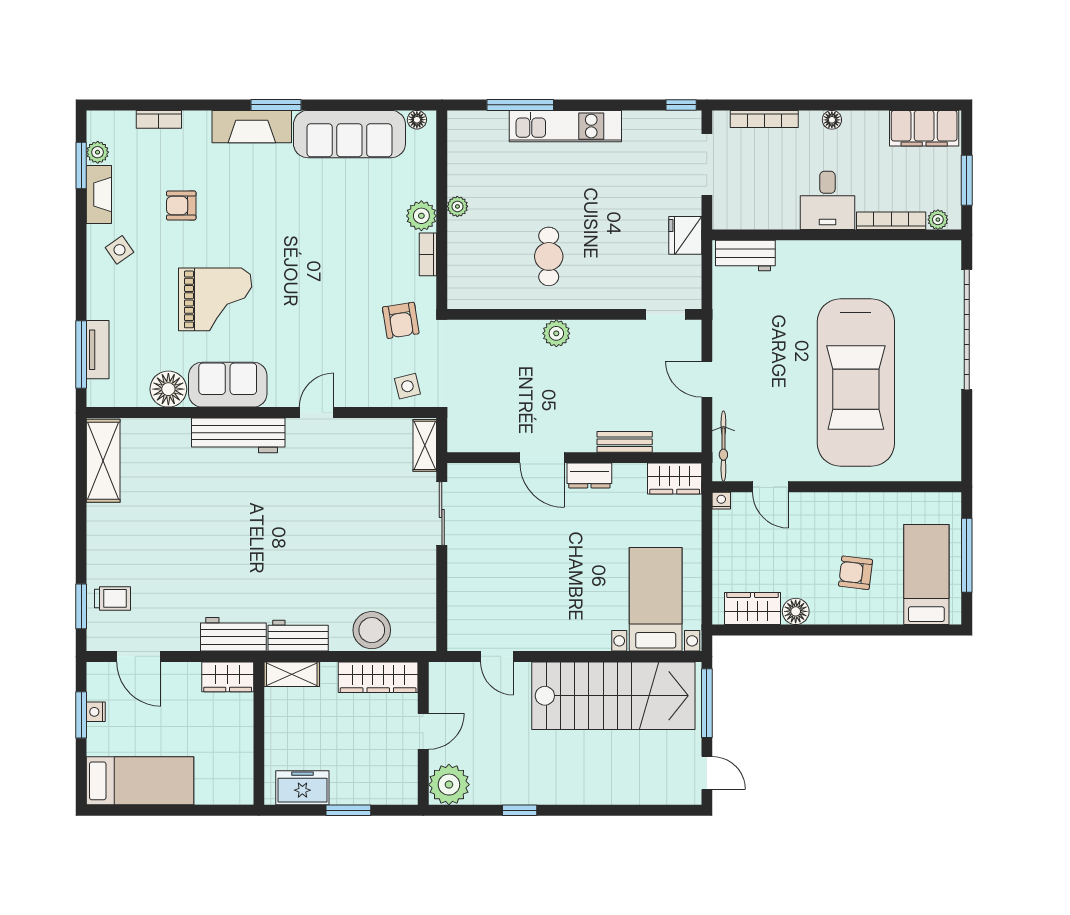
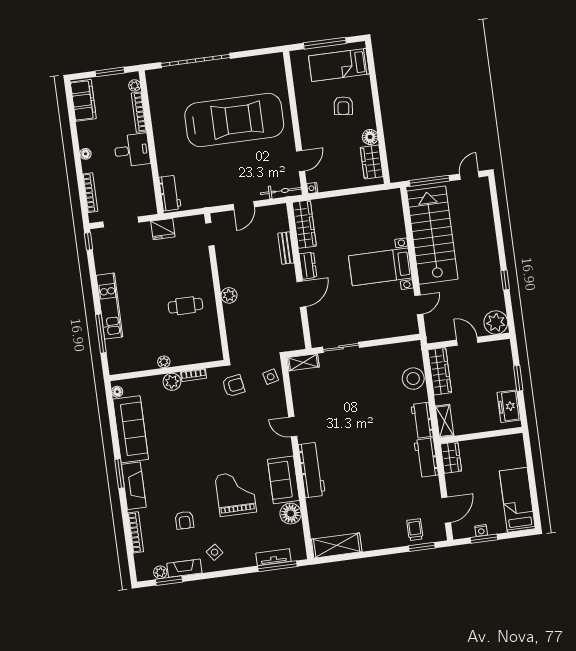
bookcase: (159, 119) -> (136, 532), width x1.56
wardrobe: (675, 479) -> (304, 224), width x1.50
bed with nightstands: (656, 599) -> (380, 267), moved

